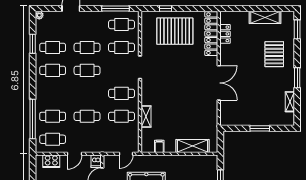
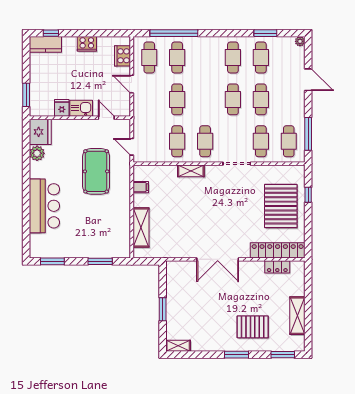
window: (297, 78) -> (237, 355), moved
shelving: (290, 102) -> (178, 346), moved
shelving: (146, 117) -> (191, 171), moved
dishwasher: (96, 161) -> (123, 110), removed

